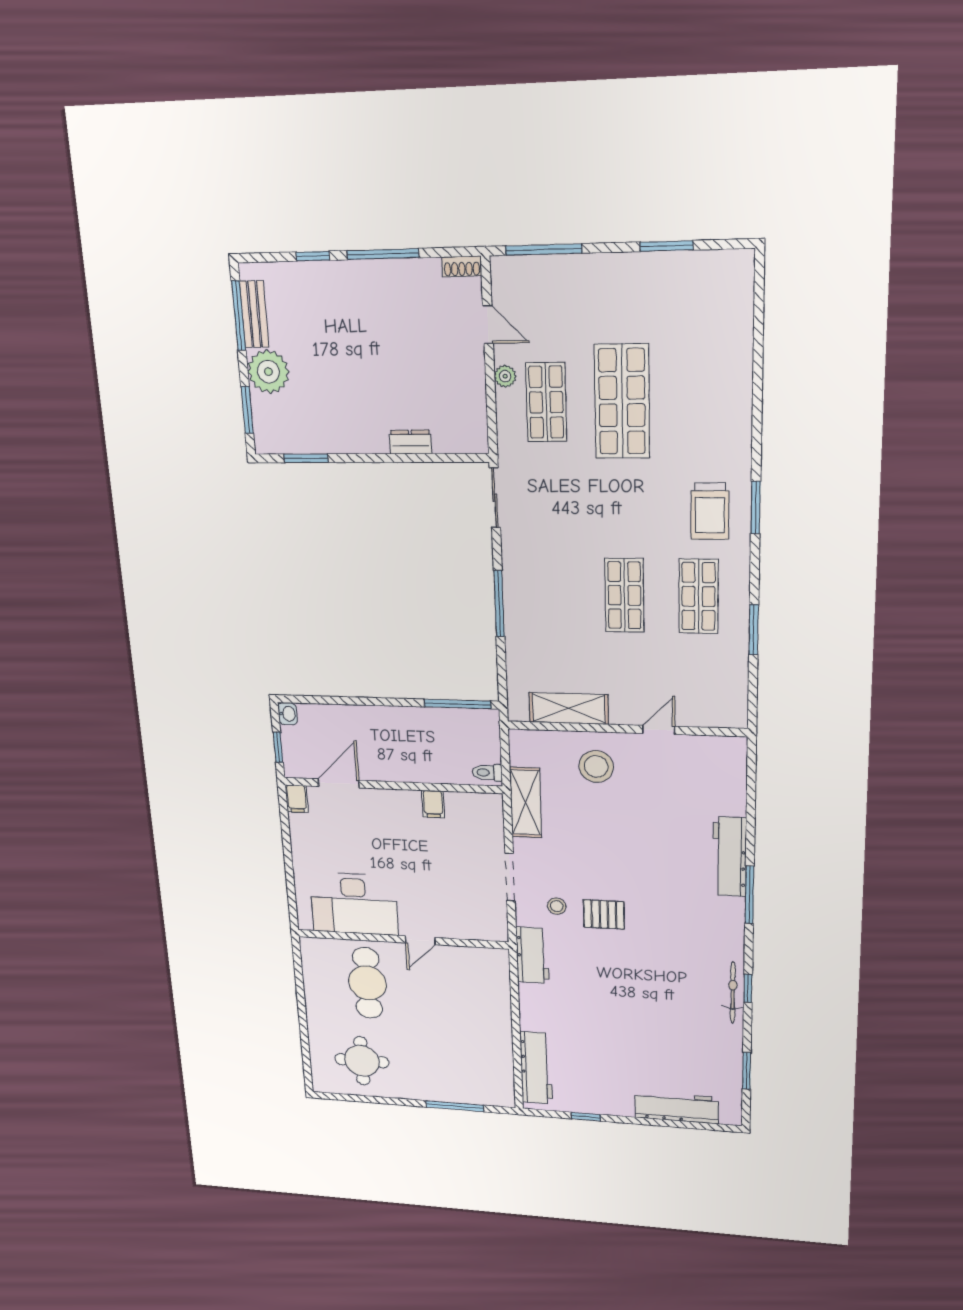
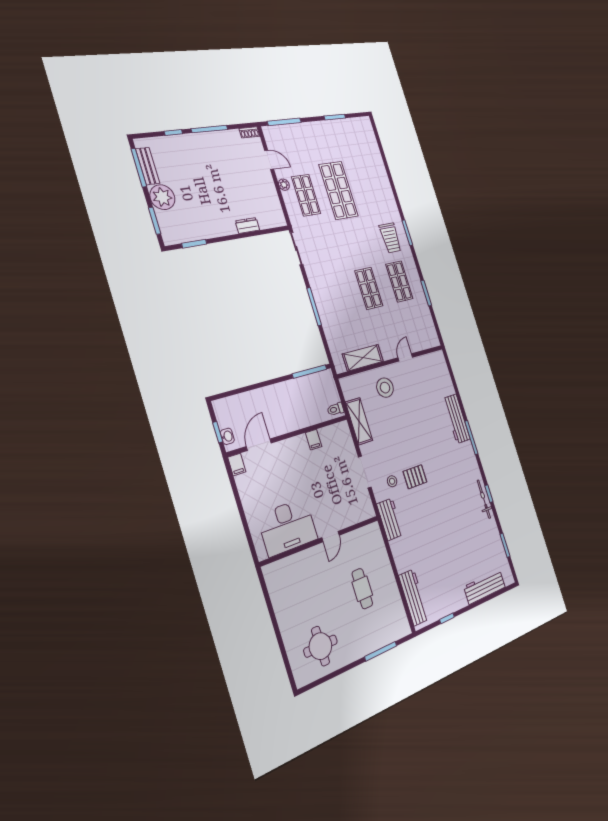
washbasin: (288, 714) -> (227, 436), moved
cafe table: (367, 983) -> (362, 589), moved, width x0.73, depth x0.74

